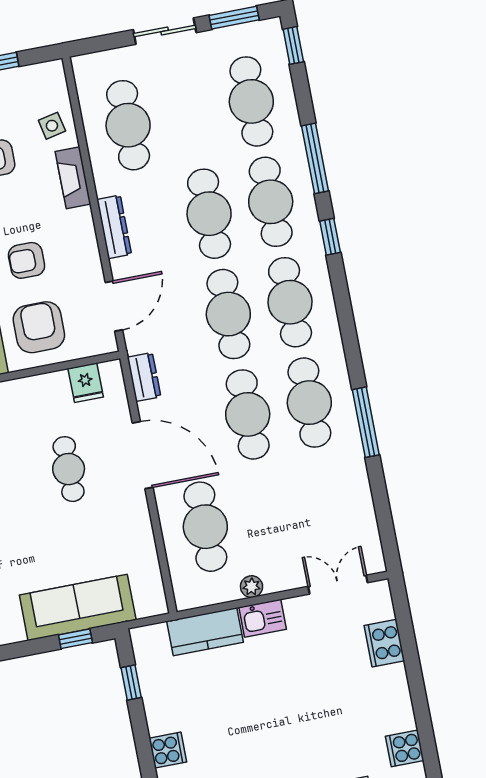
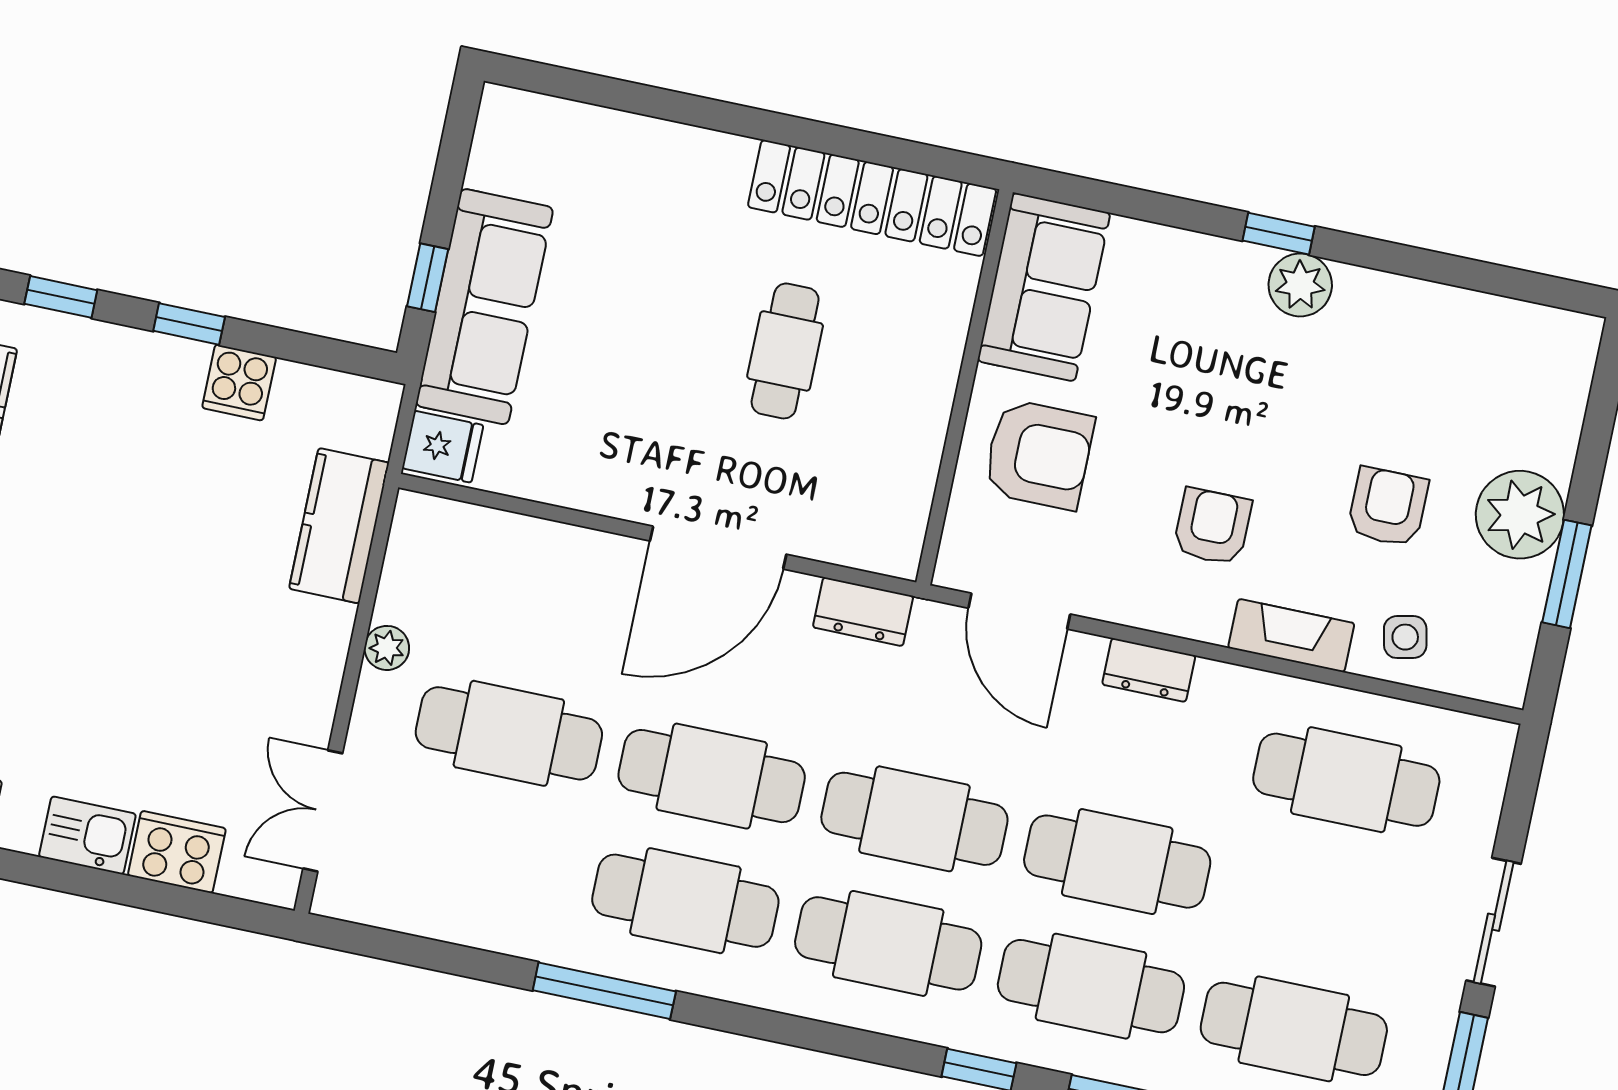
dresser: (114, 227) -> (1149, 670), width x0.70
armchair: (27, 260) -> (1212, 527), moved
fridge: (86, 383) -> (443, 447), moved, turned 180
cafe table: (69, 469) -> (785, 351), moved, turned 90
cafe table: (205, 527) -> (509, 733), moved
double door: (338, 585) -> (323, 811), swing flipped
kitchen sink: (263, 618) -> (87, 835), moved, turned 90
window: (131, 683) -> (189, 324), moved
cooker: (168, 750) -> (239, 382), moved

